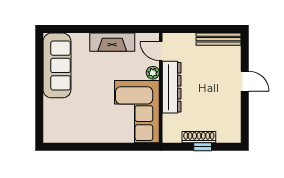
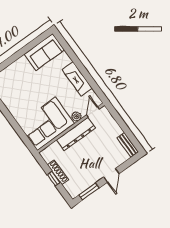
bench: (218, 39) -> (128, 145), width x0.73
sofa: (57, 65) -> (44, 52), width x0.73
window: (245, 118) -> (89, 191), added

